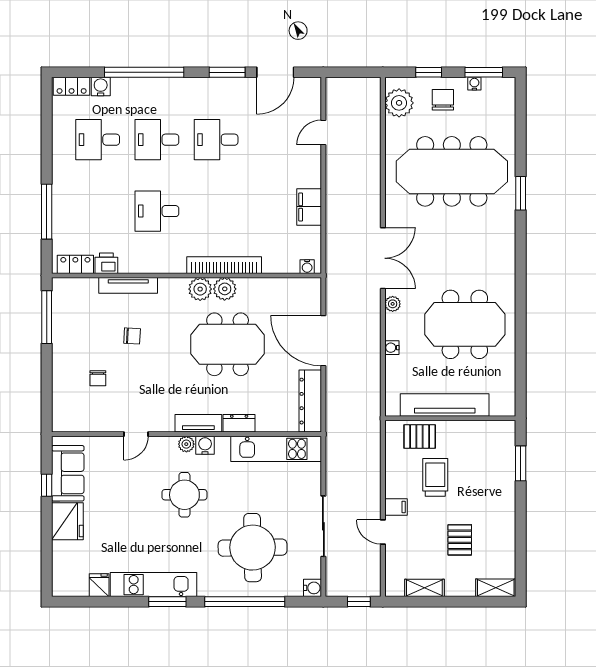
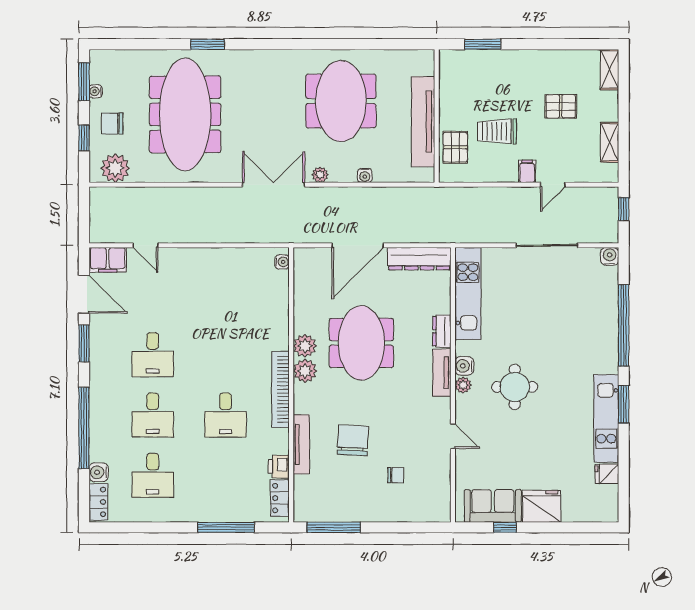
filing cabinet: (309, 207) -> (108, 260), moved
bookcase: (224, 265) -> (281, 389), moved
chair: (132, 336) -> (353, 440), width x1.87, depth x1.87
round table: (253, 548) -> (569, 317), removed

